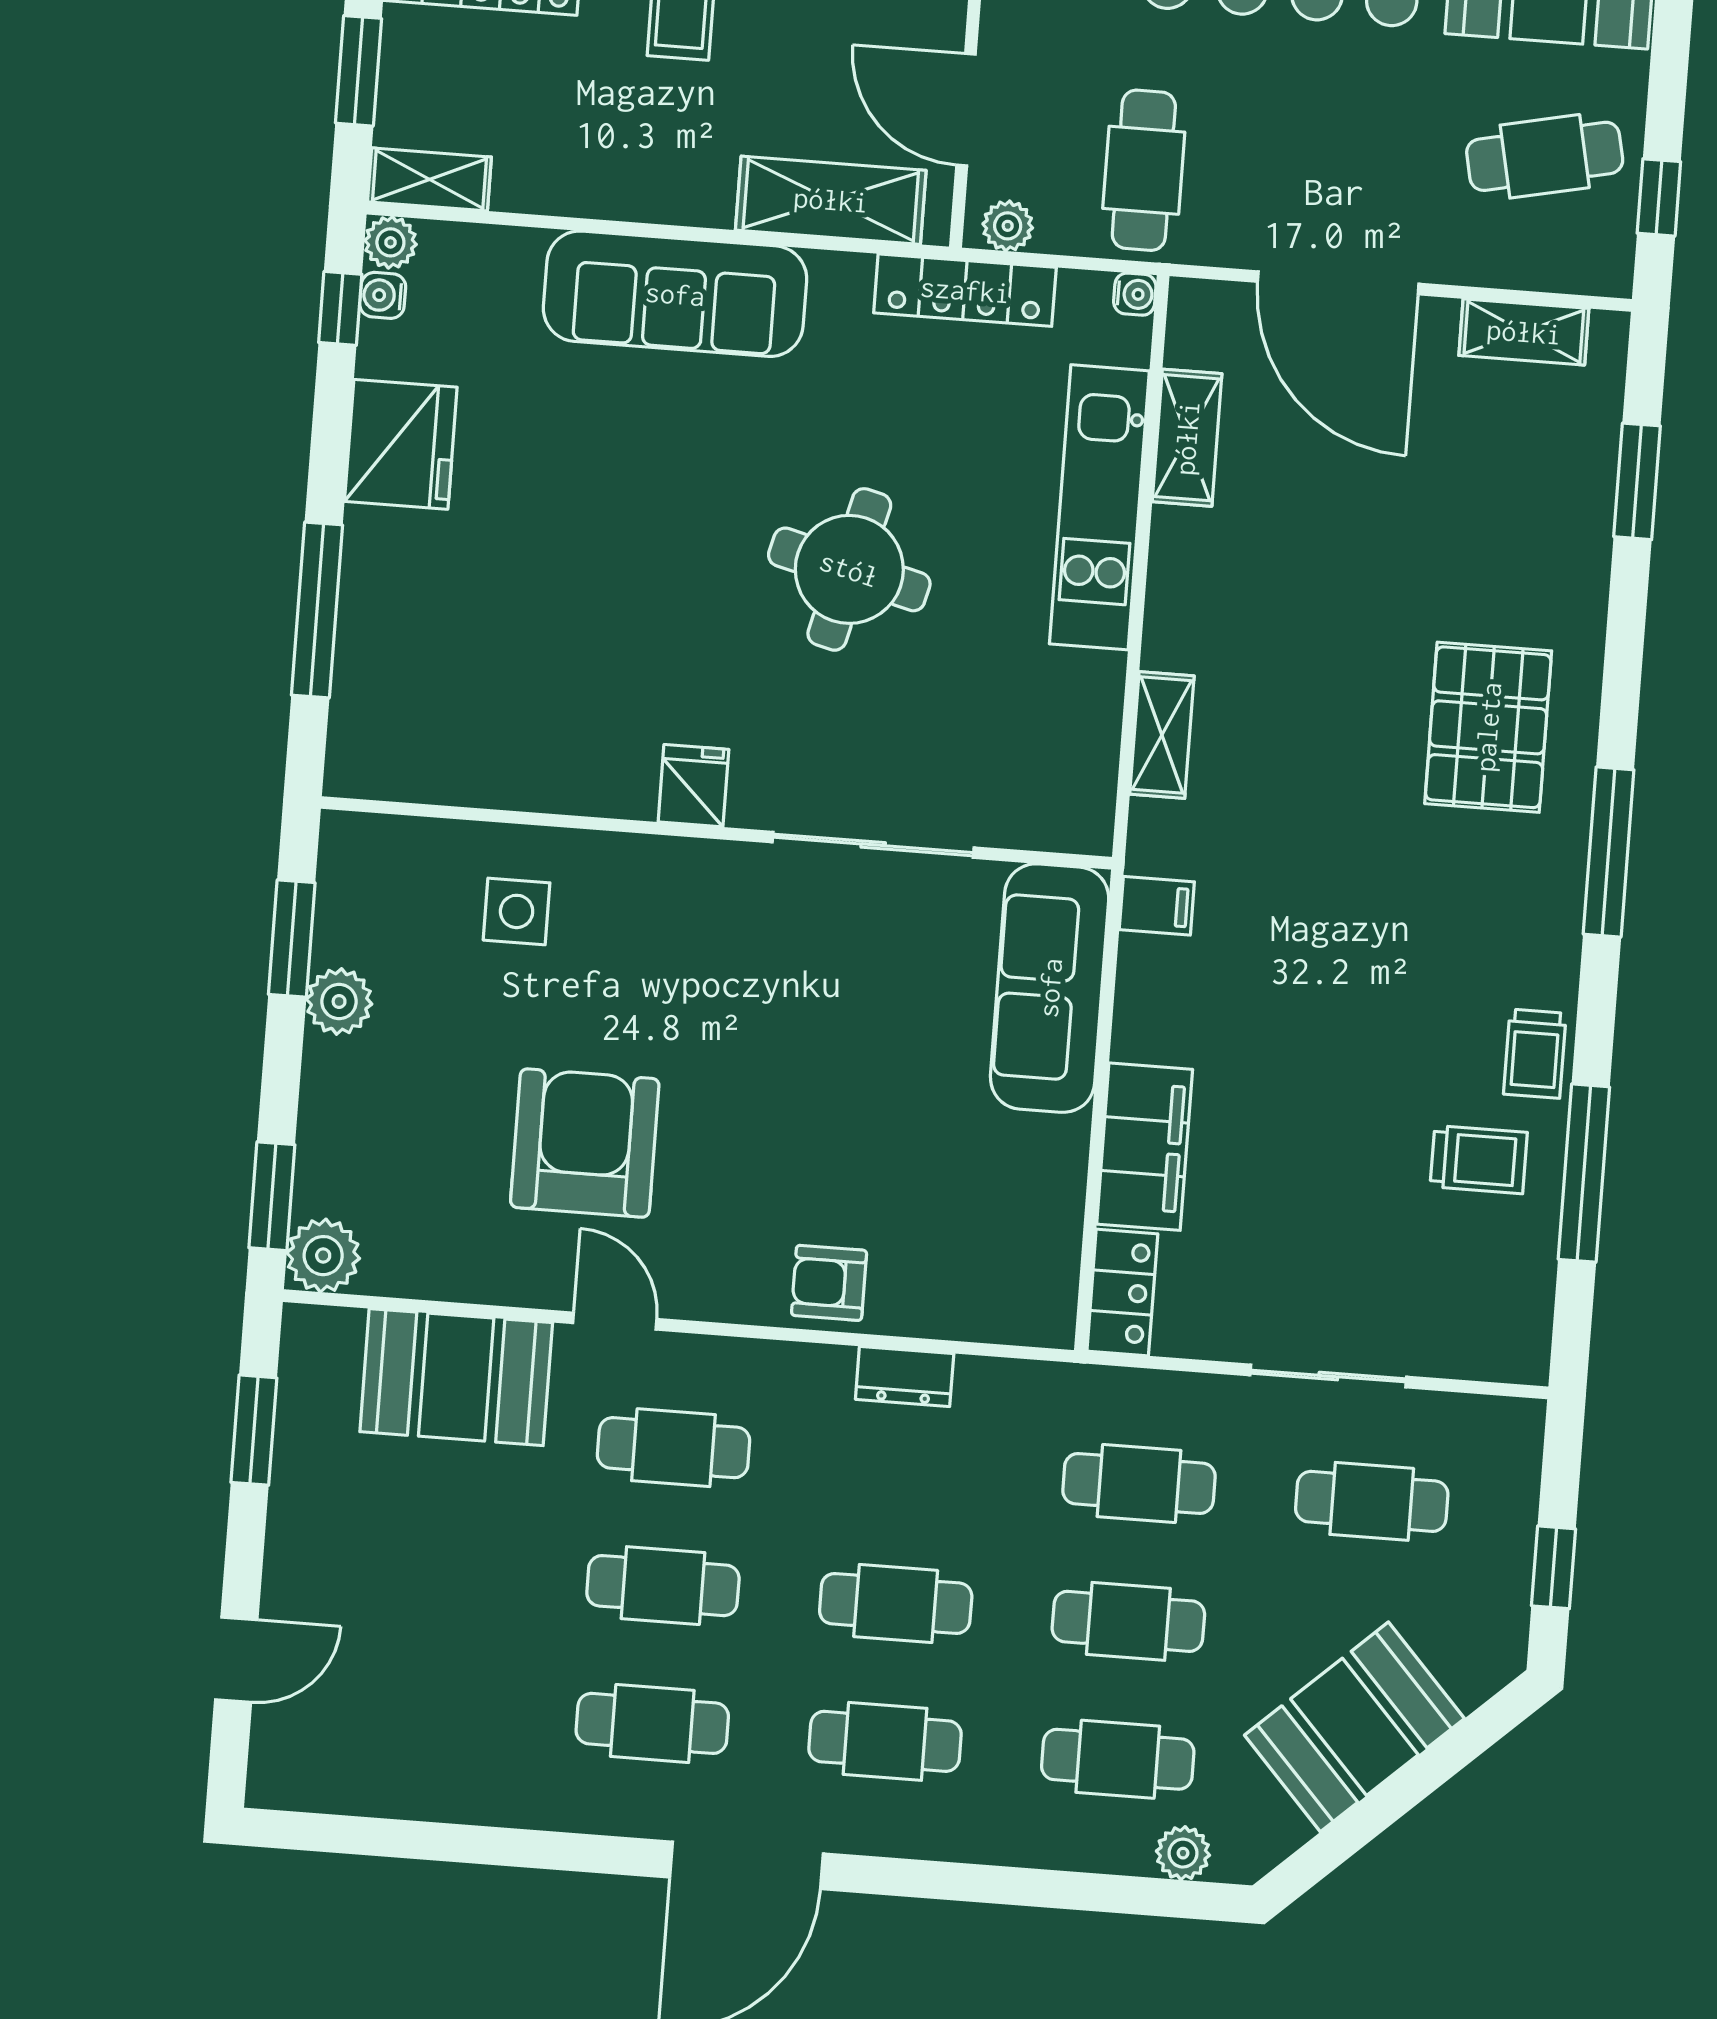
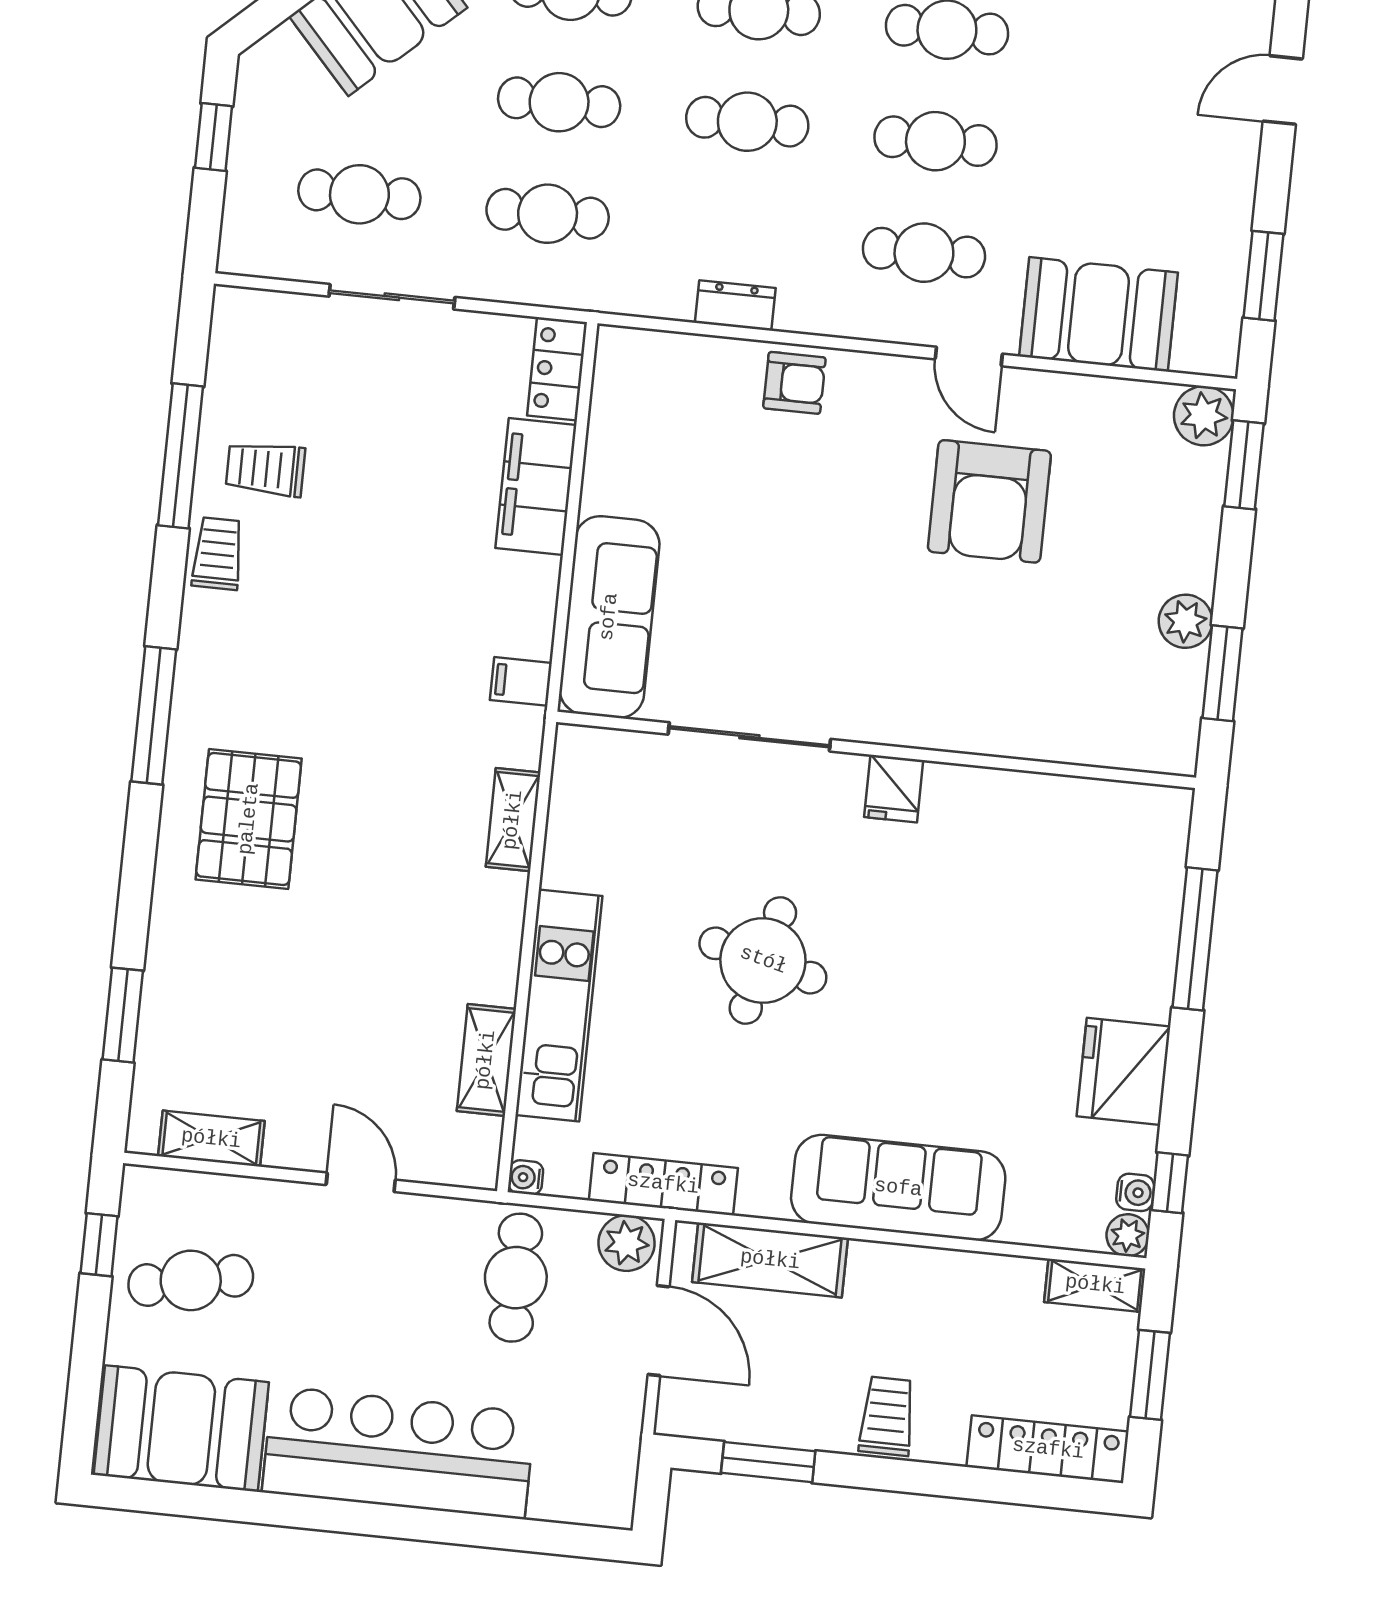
plant: (1008, 226) -> (627, 1243), width x1.38, depth x1.38
door: (1338, 283) -> (361, 1182), width x0.53
side table: (517, 911) -> (1040, 690), removed

